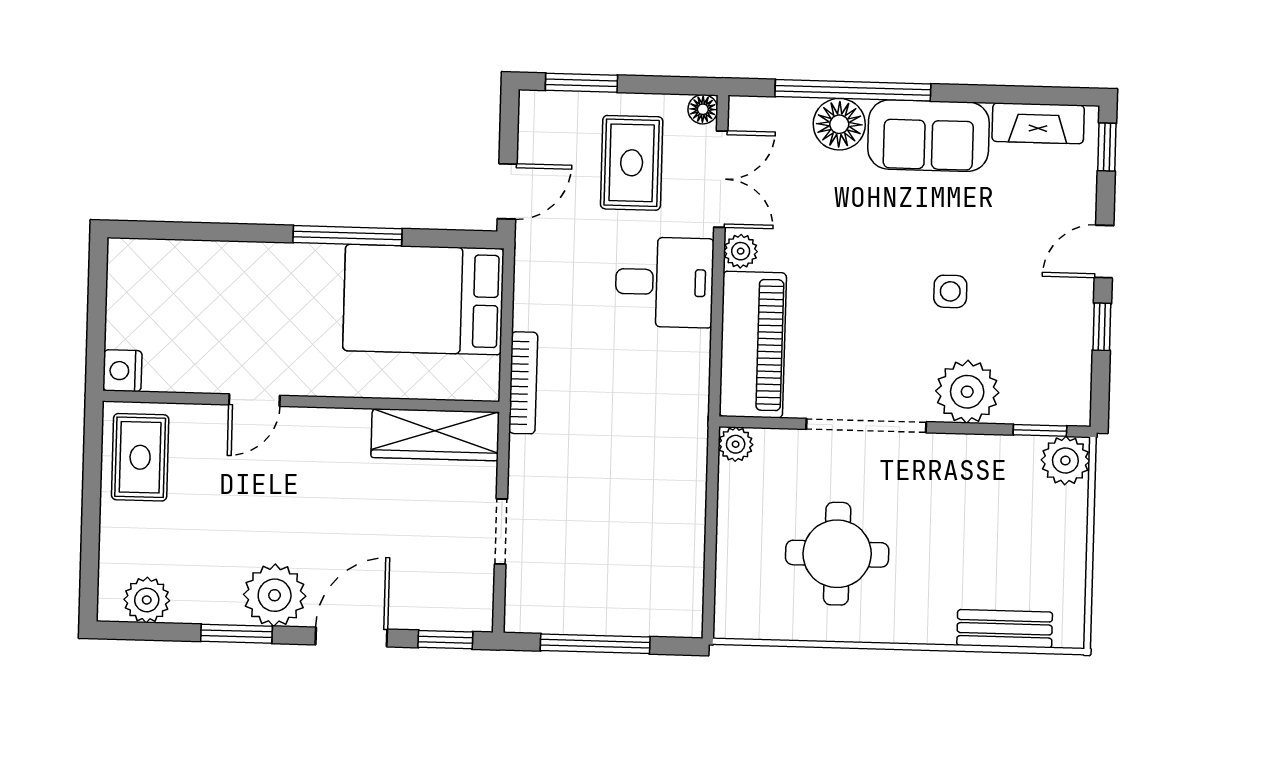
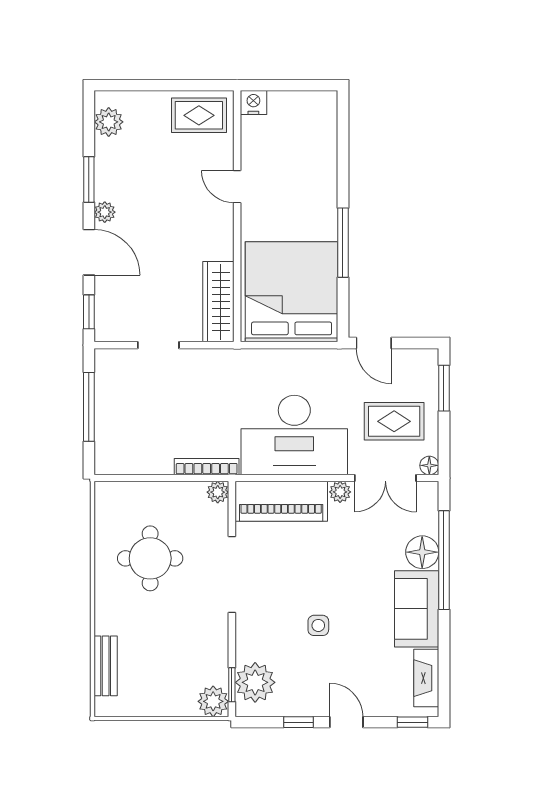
desk: (664, 282) -> (294, 435), width x1.87, depth x1.30
bed: (423, 300) -> (292, 292), width x1.36
bookcase: (523, 383) -> (207, 467), moved, turned 180
plant: (967, 392) -> (255, 682), moved
plant: (275, 595) -> (105, 212), width x0.53, depth x0.53

